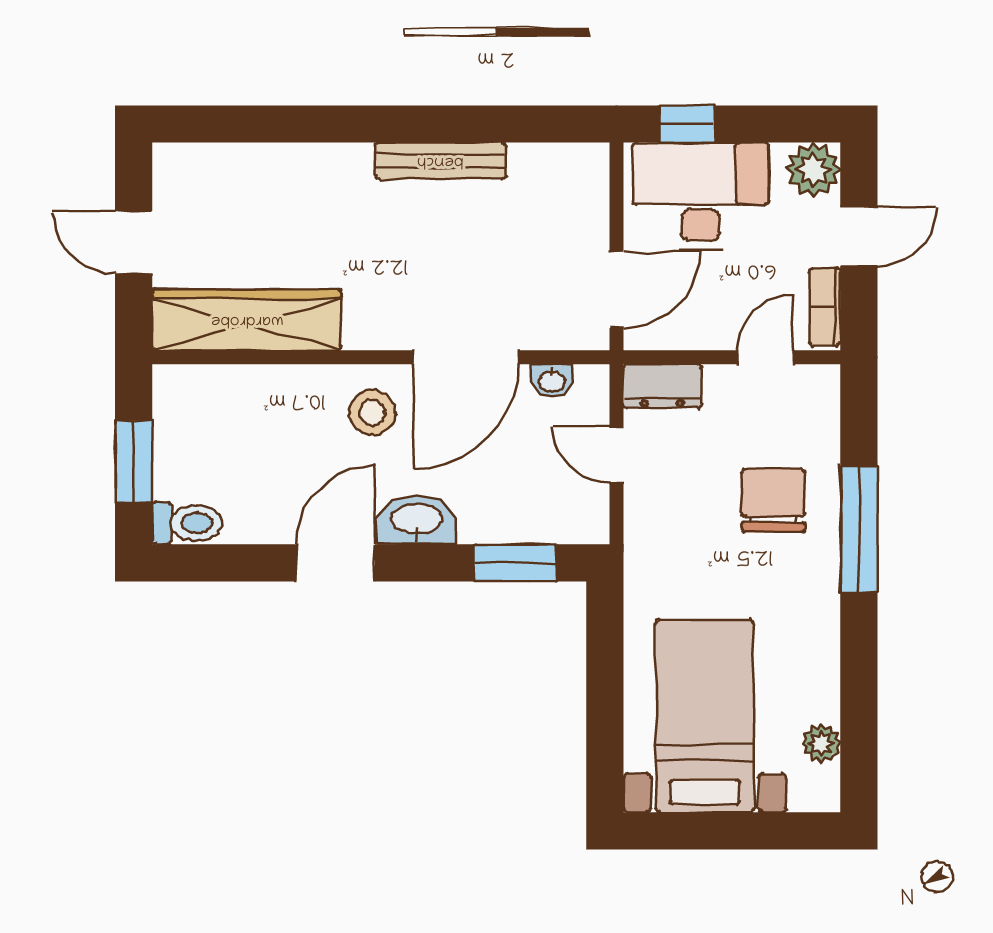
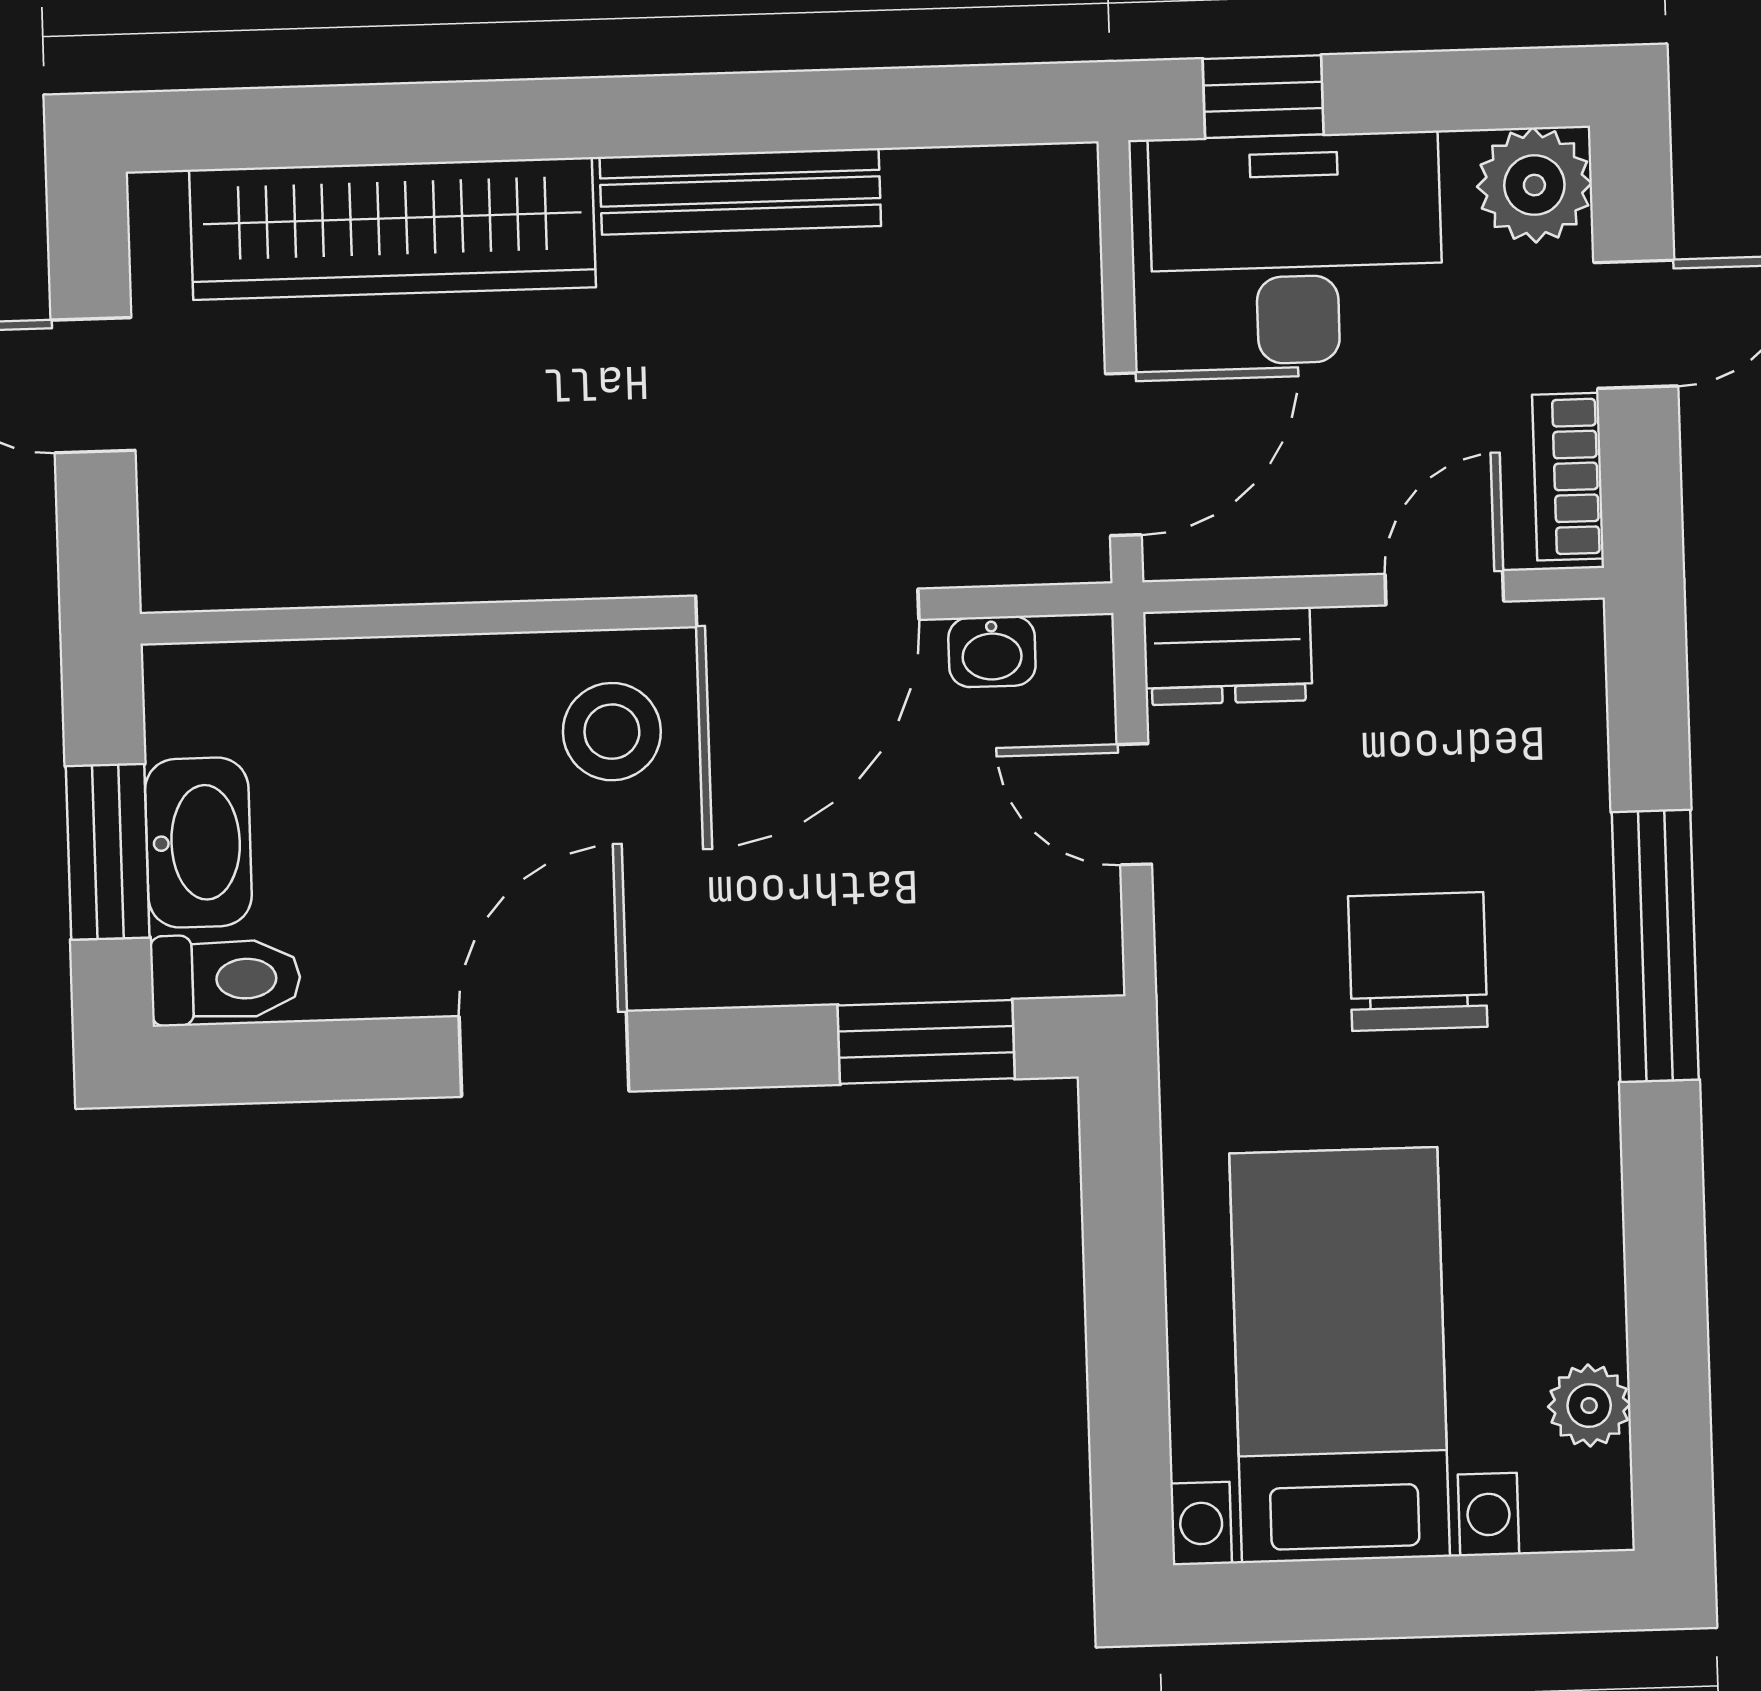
wardrobe: (247, 320) -> (393, 229), moved, turned 180
chair: (773, 501) -> (1418, 962), moved
washbasin: (417, 520) -> (198, 843), moved, turned 90

